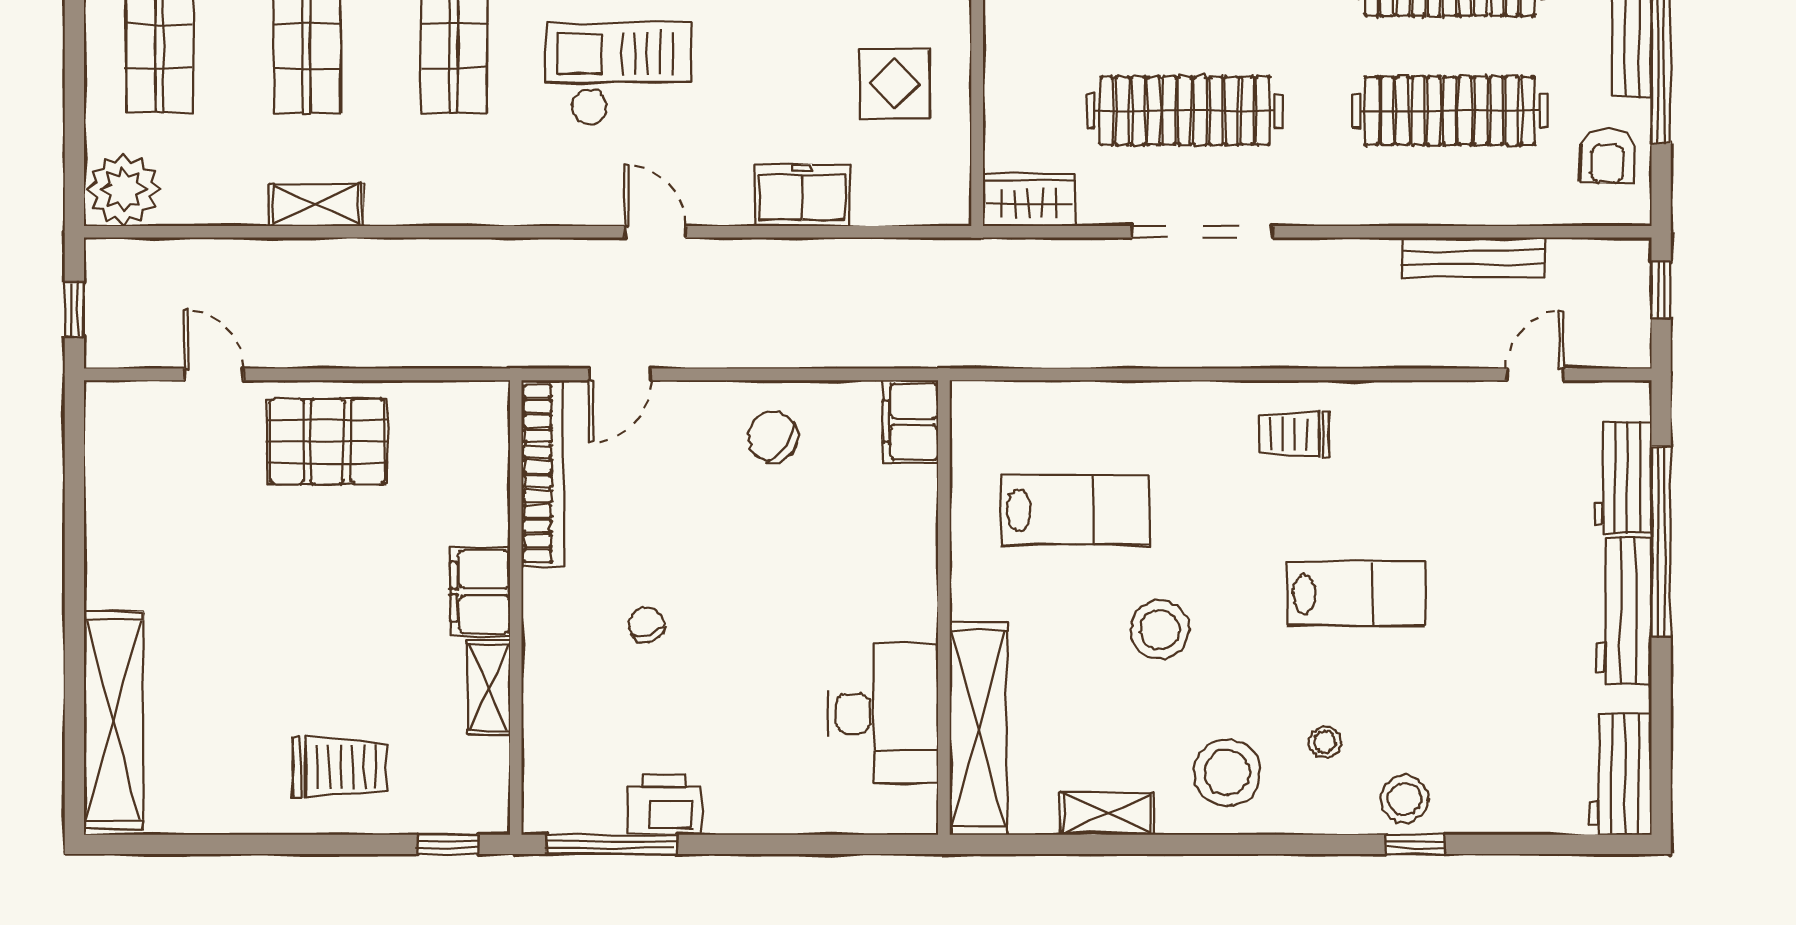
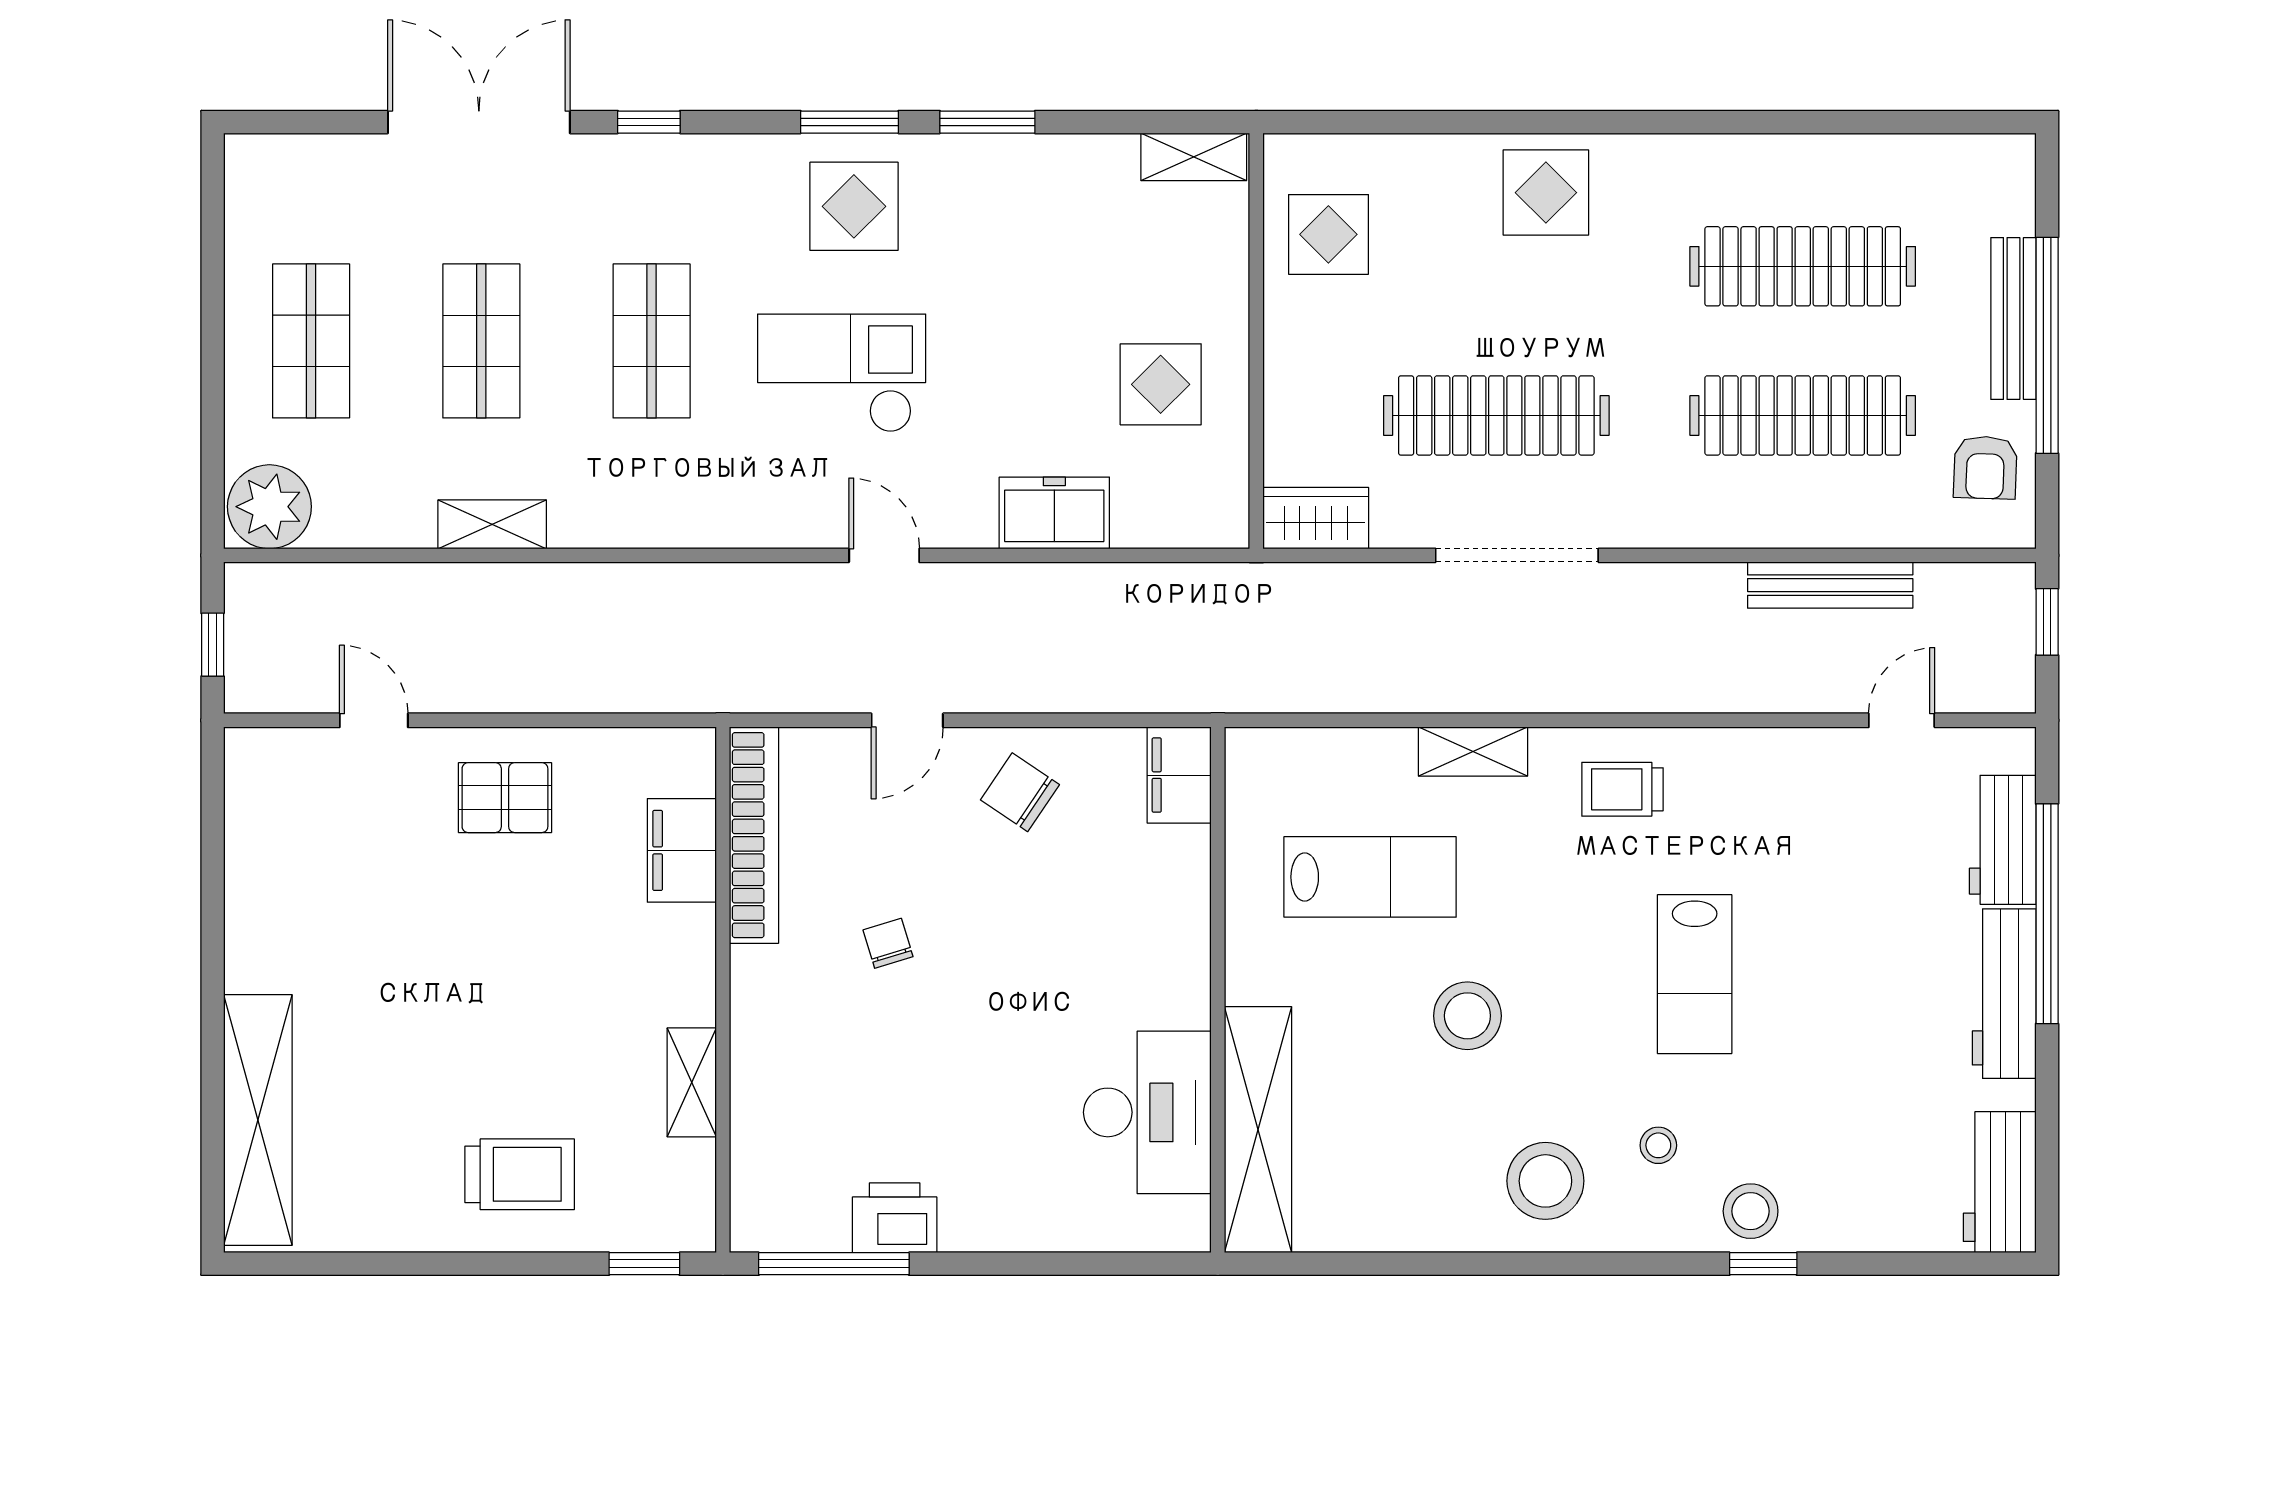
door: (620, 374) -> (907, 720), moved
pallet: (327, 441) -> (505, 798), width x0.67, depth x0.71
filing cabinet: (480, 592) -> (682, 850), moved
lab bench: (1356, 594) -> (1695, 974), turned 90
chair: (646, 624) -> (888, 943), moved
shelving: (1107, 814) -> (1473, 752), moved

